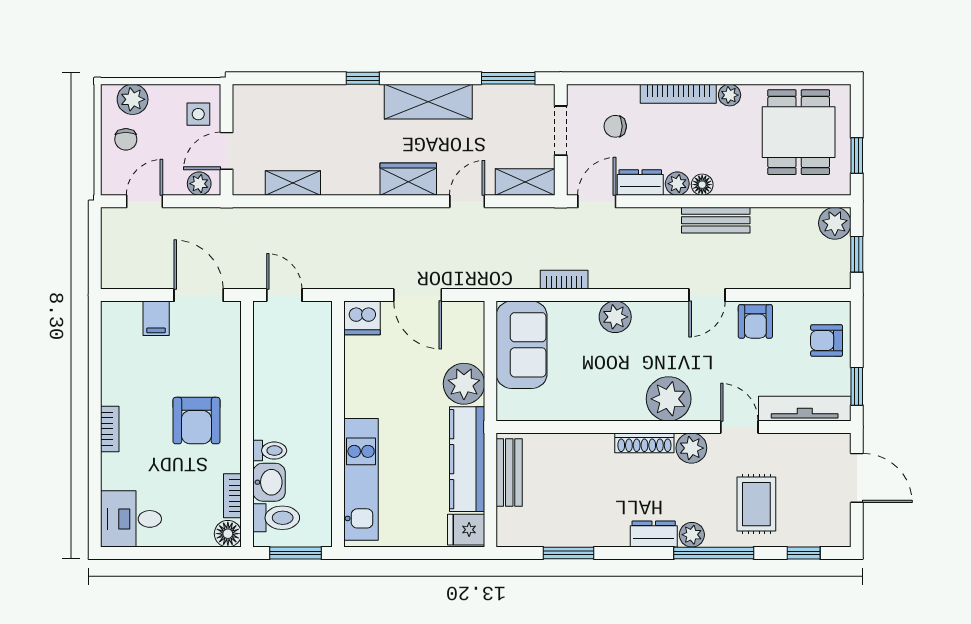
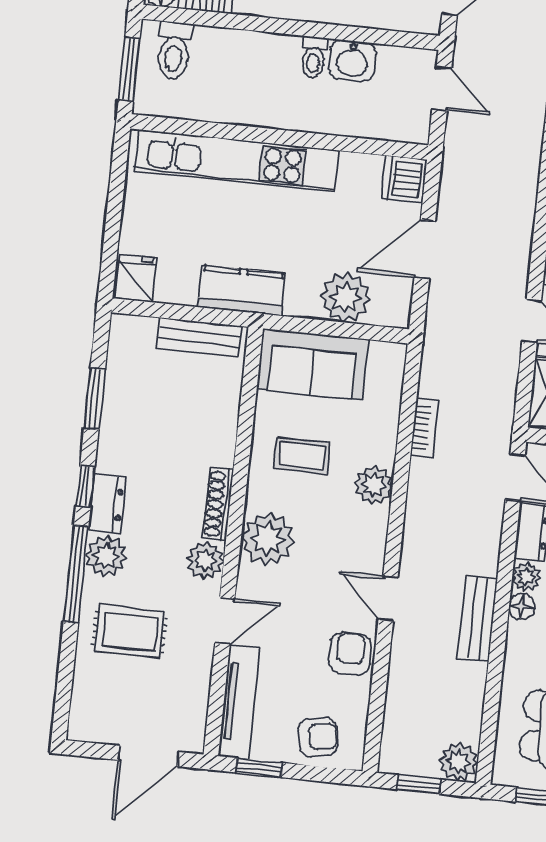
door: (284, 295) -> (442, 89), hinge flipped
armchair: (755, 321) -> (350, 654), turned 90
armchair: (827, 341) -> (318, 737), turned 79
sofa: (522, 345) -> (312, 364), moved
coffee table: (597, 378) -> (302, 455), added
plant: (464, 384) -> (345, 298), moved
toilet: (270, 451) -> (314, 57), moved
kitchen counter: (467, 459) -> (242, 290), width x0.67
kitchen unit: (361, 479) -> (236, 161), width x1.36
washbasin: (269, 482) -> (352, 61), moved
plant: (692, 535) -> (106, 556), width x1.38, depth x1.38
window: (804, 553) -> (85, 486), moved

